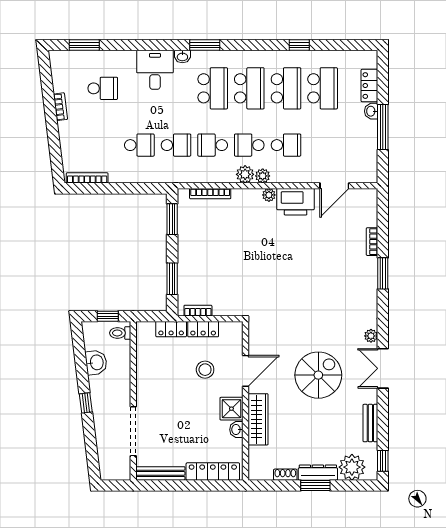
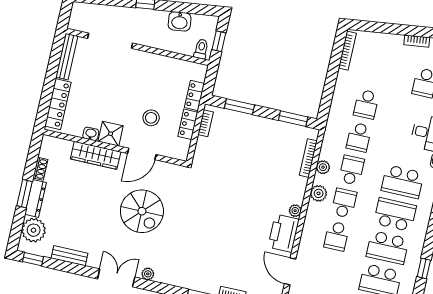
school desk: (249, 88) -> (395, 215), turned 180
plant: (263, 176) -> (323, 167), moved
door: (245, 371) -> (142, 154), hinge flipped
spiral stairs: (318, 375) -> (142, 211), moved

